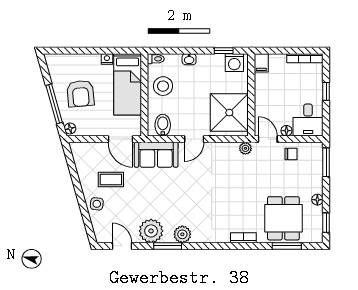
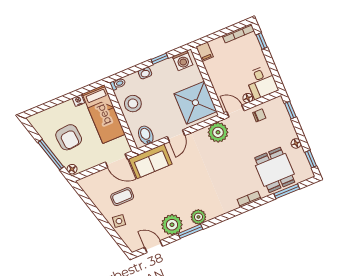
window: (224, 51) -> (160, 59), moved
window: (326, 91) -> (262, 41), moved
plant: (245, 148) -> (218, 132), width x1.87, depth x1.87
window: (326, 162) -> (290, 110), width x0.67

